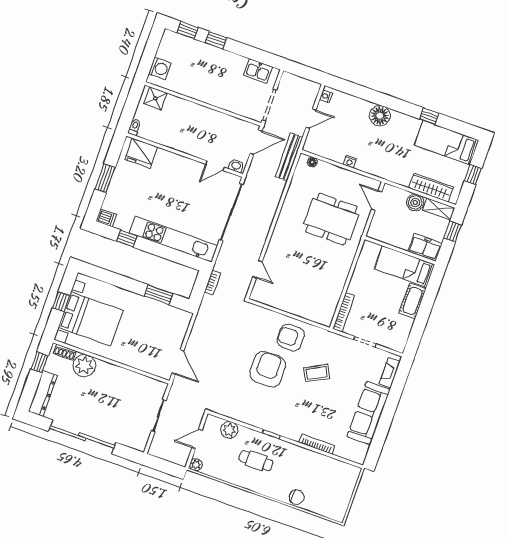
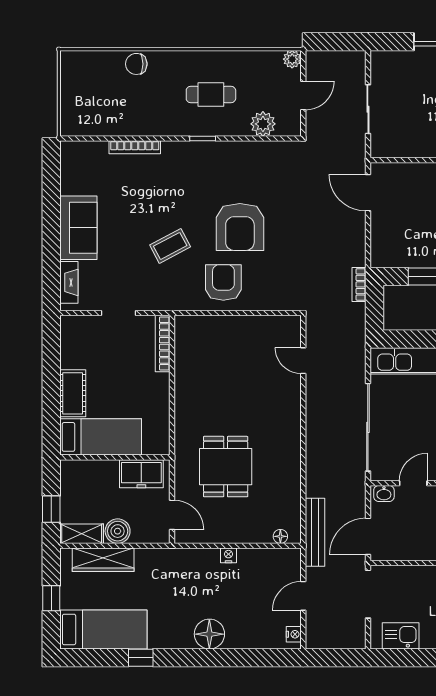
dining table: (331, 219) -> (226, 467), width x0.73
freezer: (425, 247) -> (141, 474), moved
bookcase: (213, 283) -> (359, 284), moved
armchair: (291, 337) -> (223, 283), turned -90
sofa: (369, 413) -> (78, 228), width x0.73

